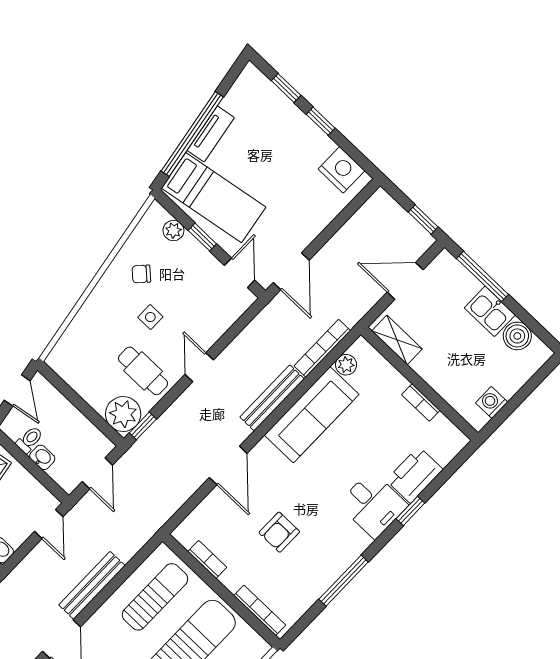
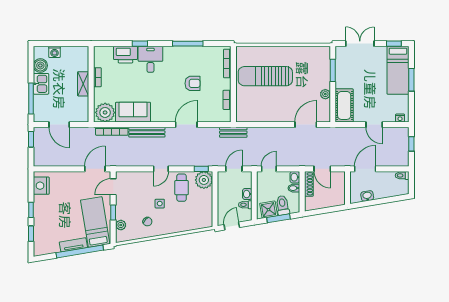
shelving: (397, 340) -> (83, 84), moved
plant: (346, 365) -> (105, 112), width x1.87, depth x1.87
washing machine: (492, 402) -> (55, 52), moved
sofa: (312, 415) -> (133, 112), width x0.73
bench: (92, 585) -> (233, 132), moved, width x0.73
sun lounger: (155, 597) -> (258, 106), removed

